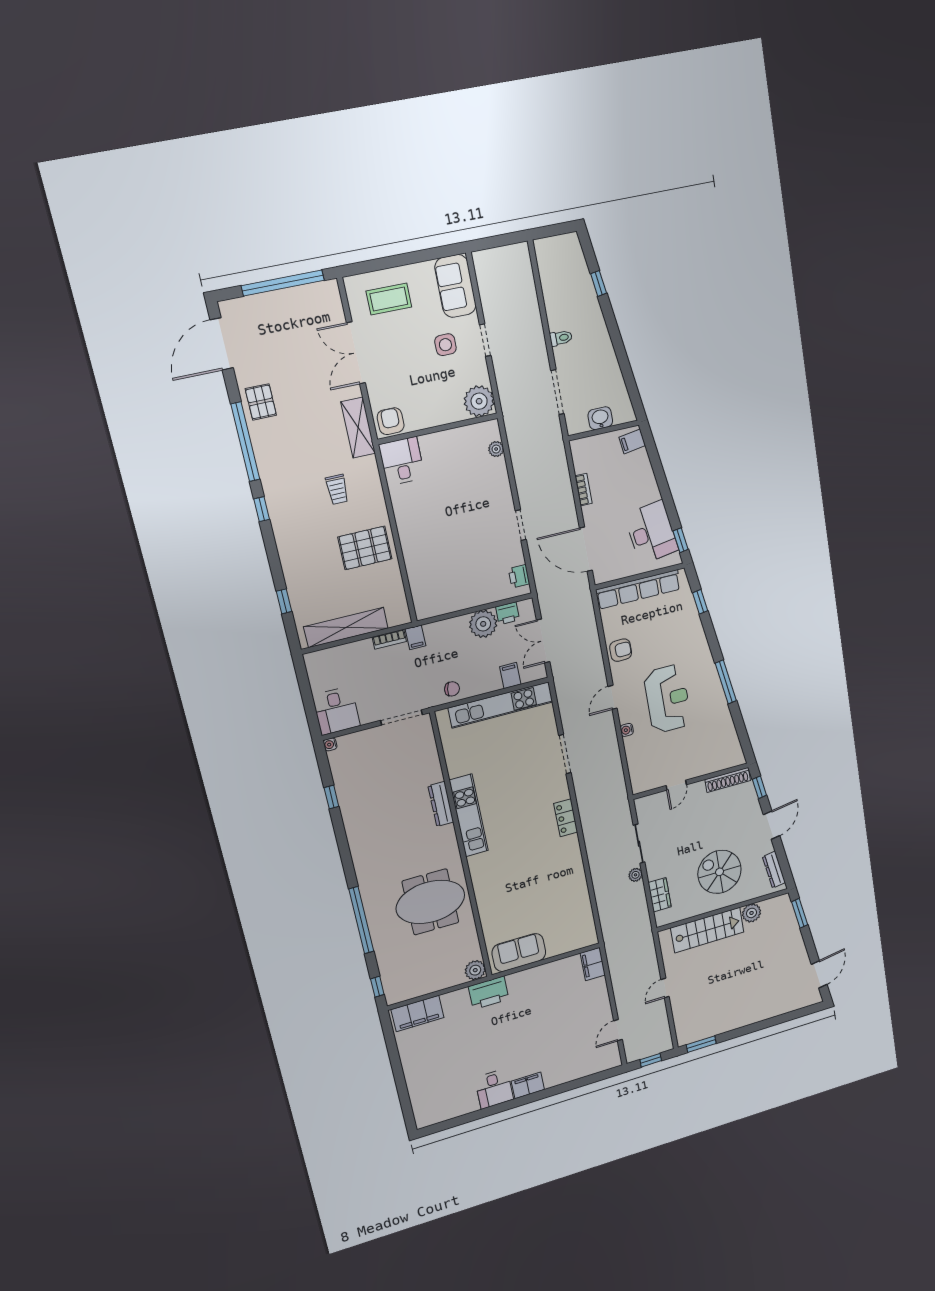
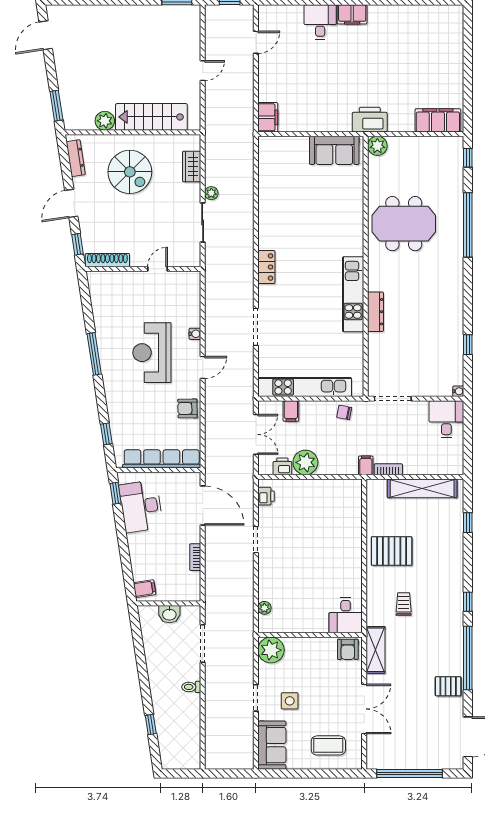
pallet: (261, 402) -> (448, 686), turned 90
desk: (494, 1089) -> (320, 22), moved

